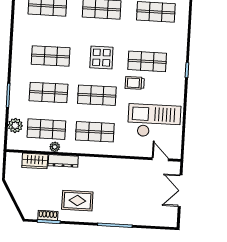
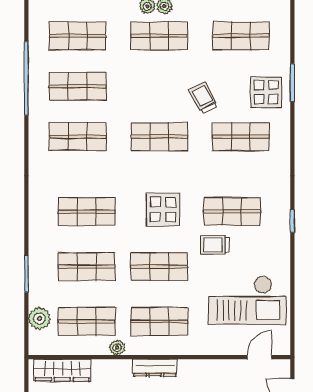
checkout: (154, 121) -> (247, 300), turned 180
plant: (55, 147) -> (117, 347), moved
door: (160, 159) -> (260, 357), hinge flipped
wardrobe: (35, 161) -> (62, 370), width x1.50
dresser: (63, 161) -> (155, 368), moved

